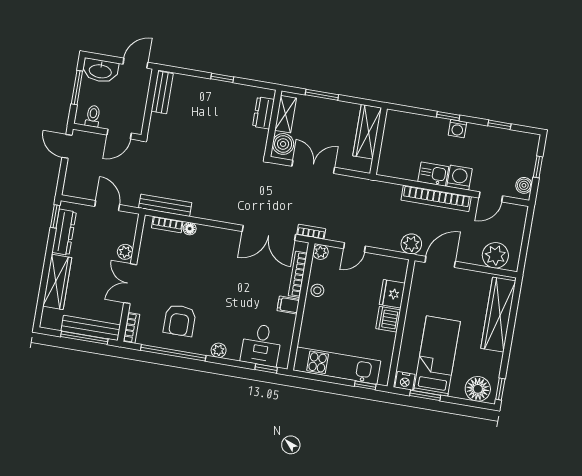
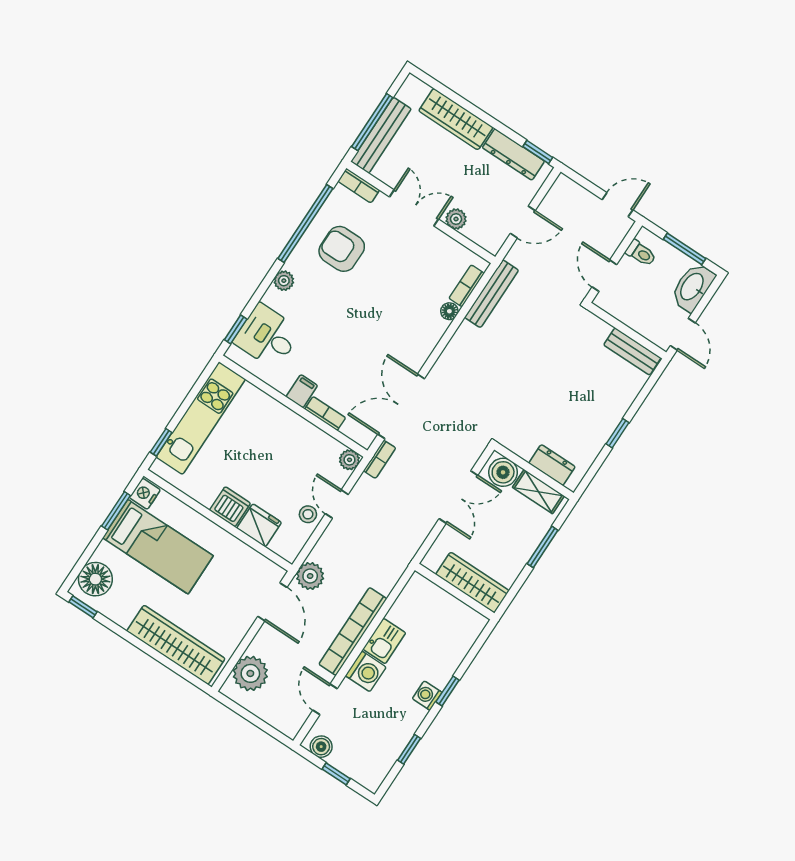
bookcase: (298, 274) -> (325, 413), width x0.64
stool: (317, 290) -> (308, 514), moved

